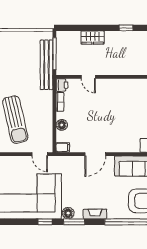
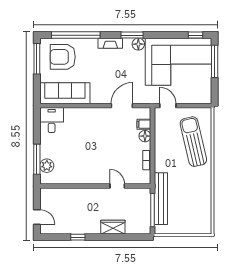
printer: (62, 85) -> (145, 178), removed
filing cabinet: (63, 147) -> (144, 124), moved
door: (95, 154) -> (122, 106), moved
window: (45, 222) -> (195, 35), moved

